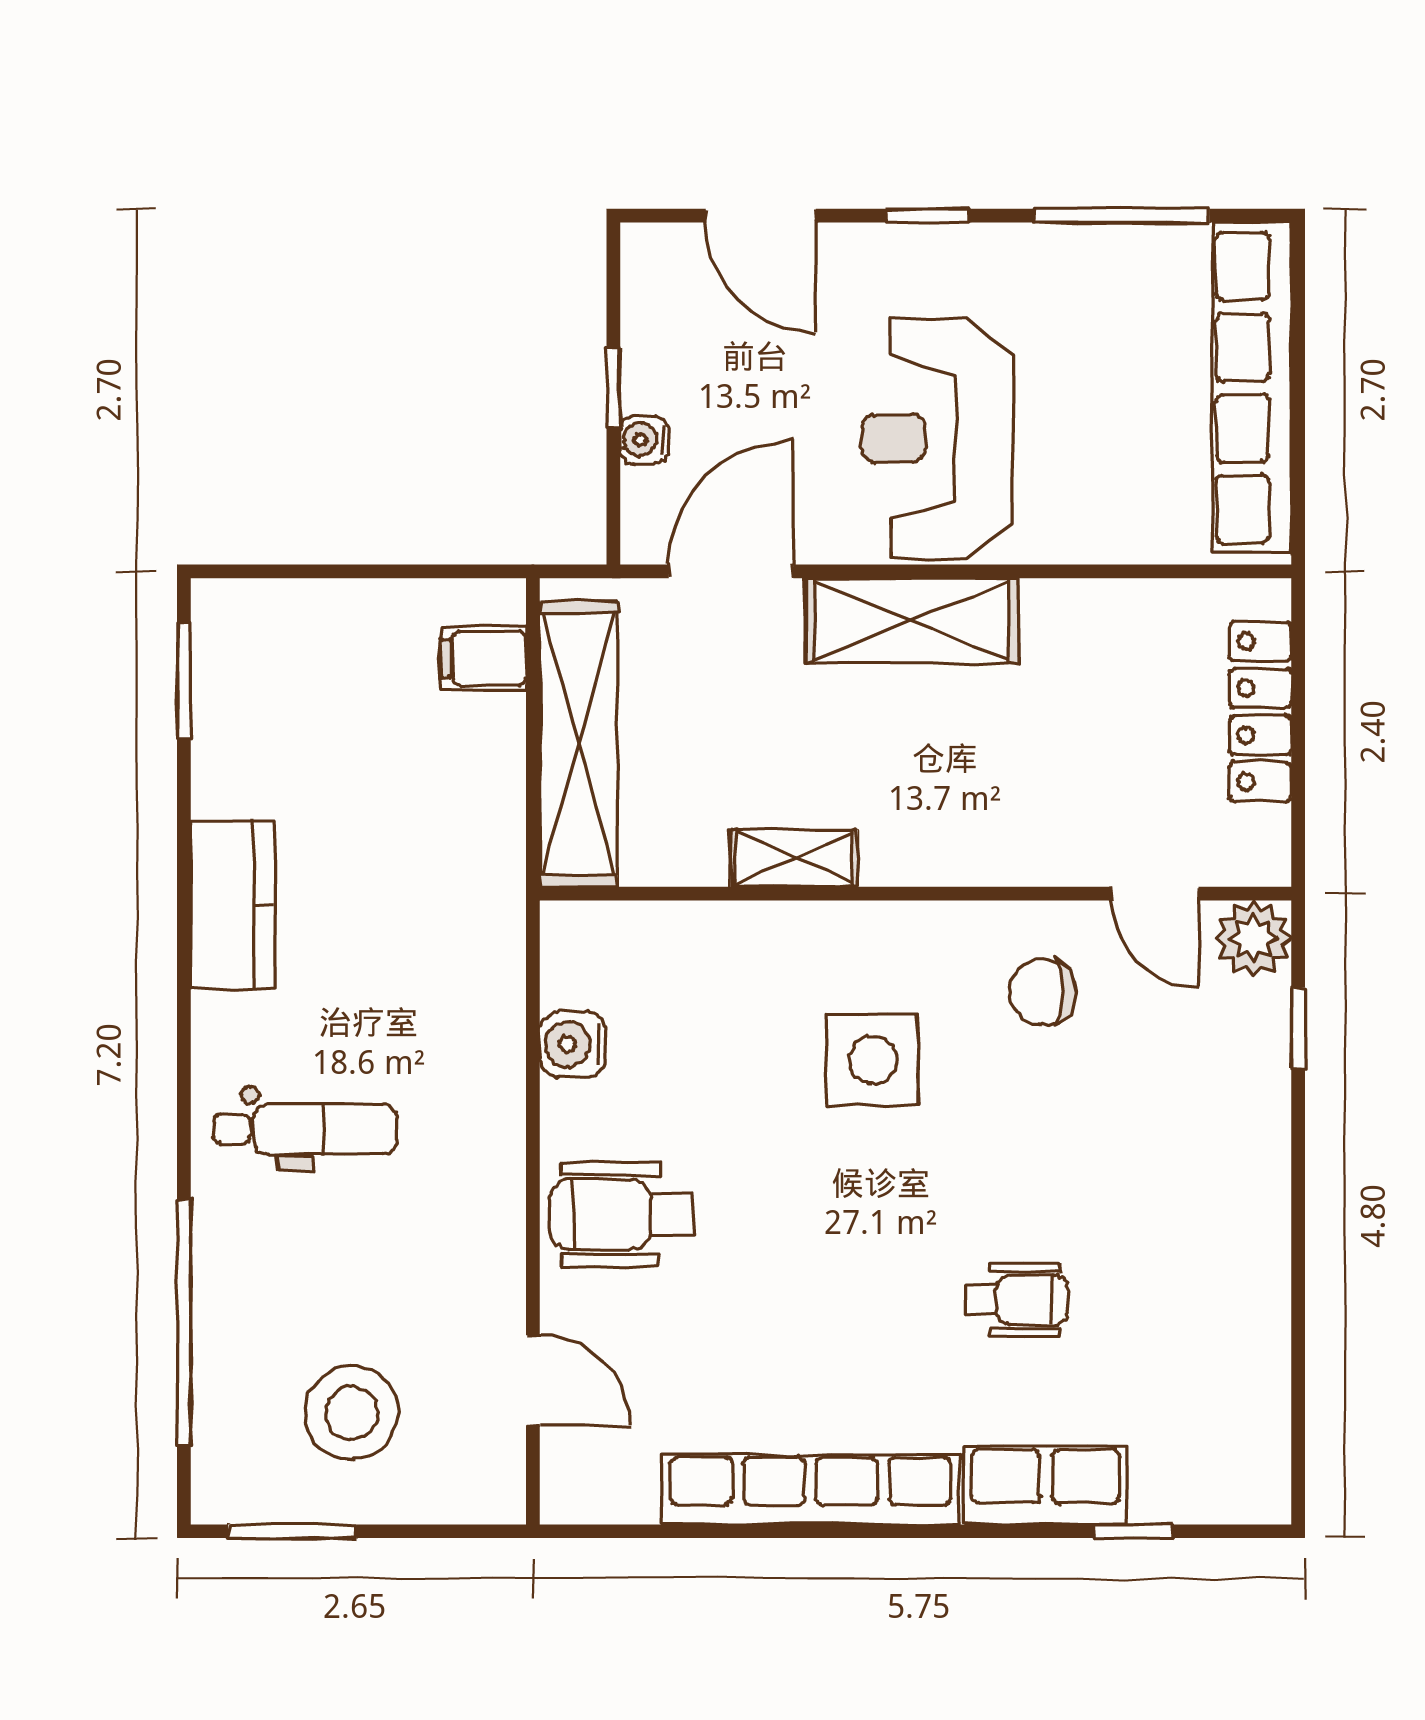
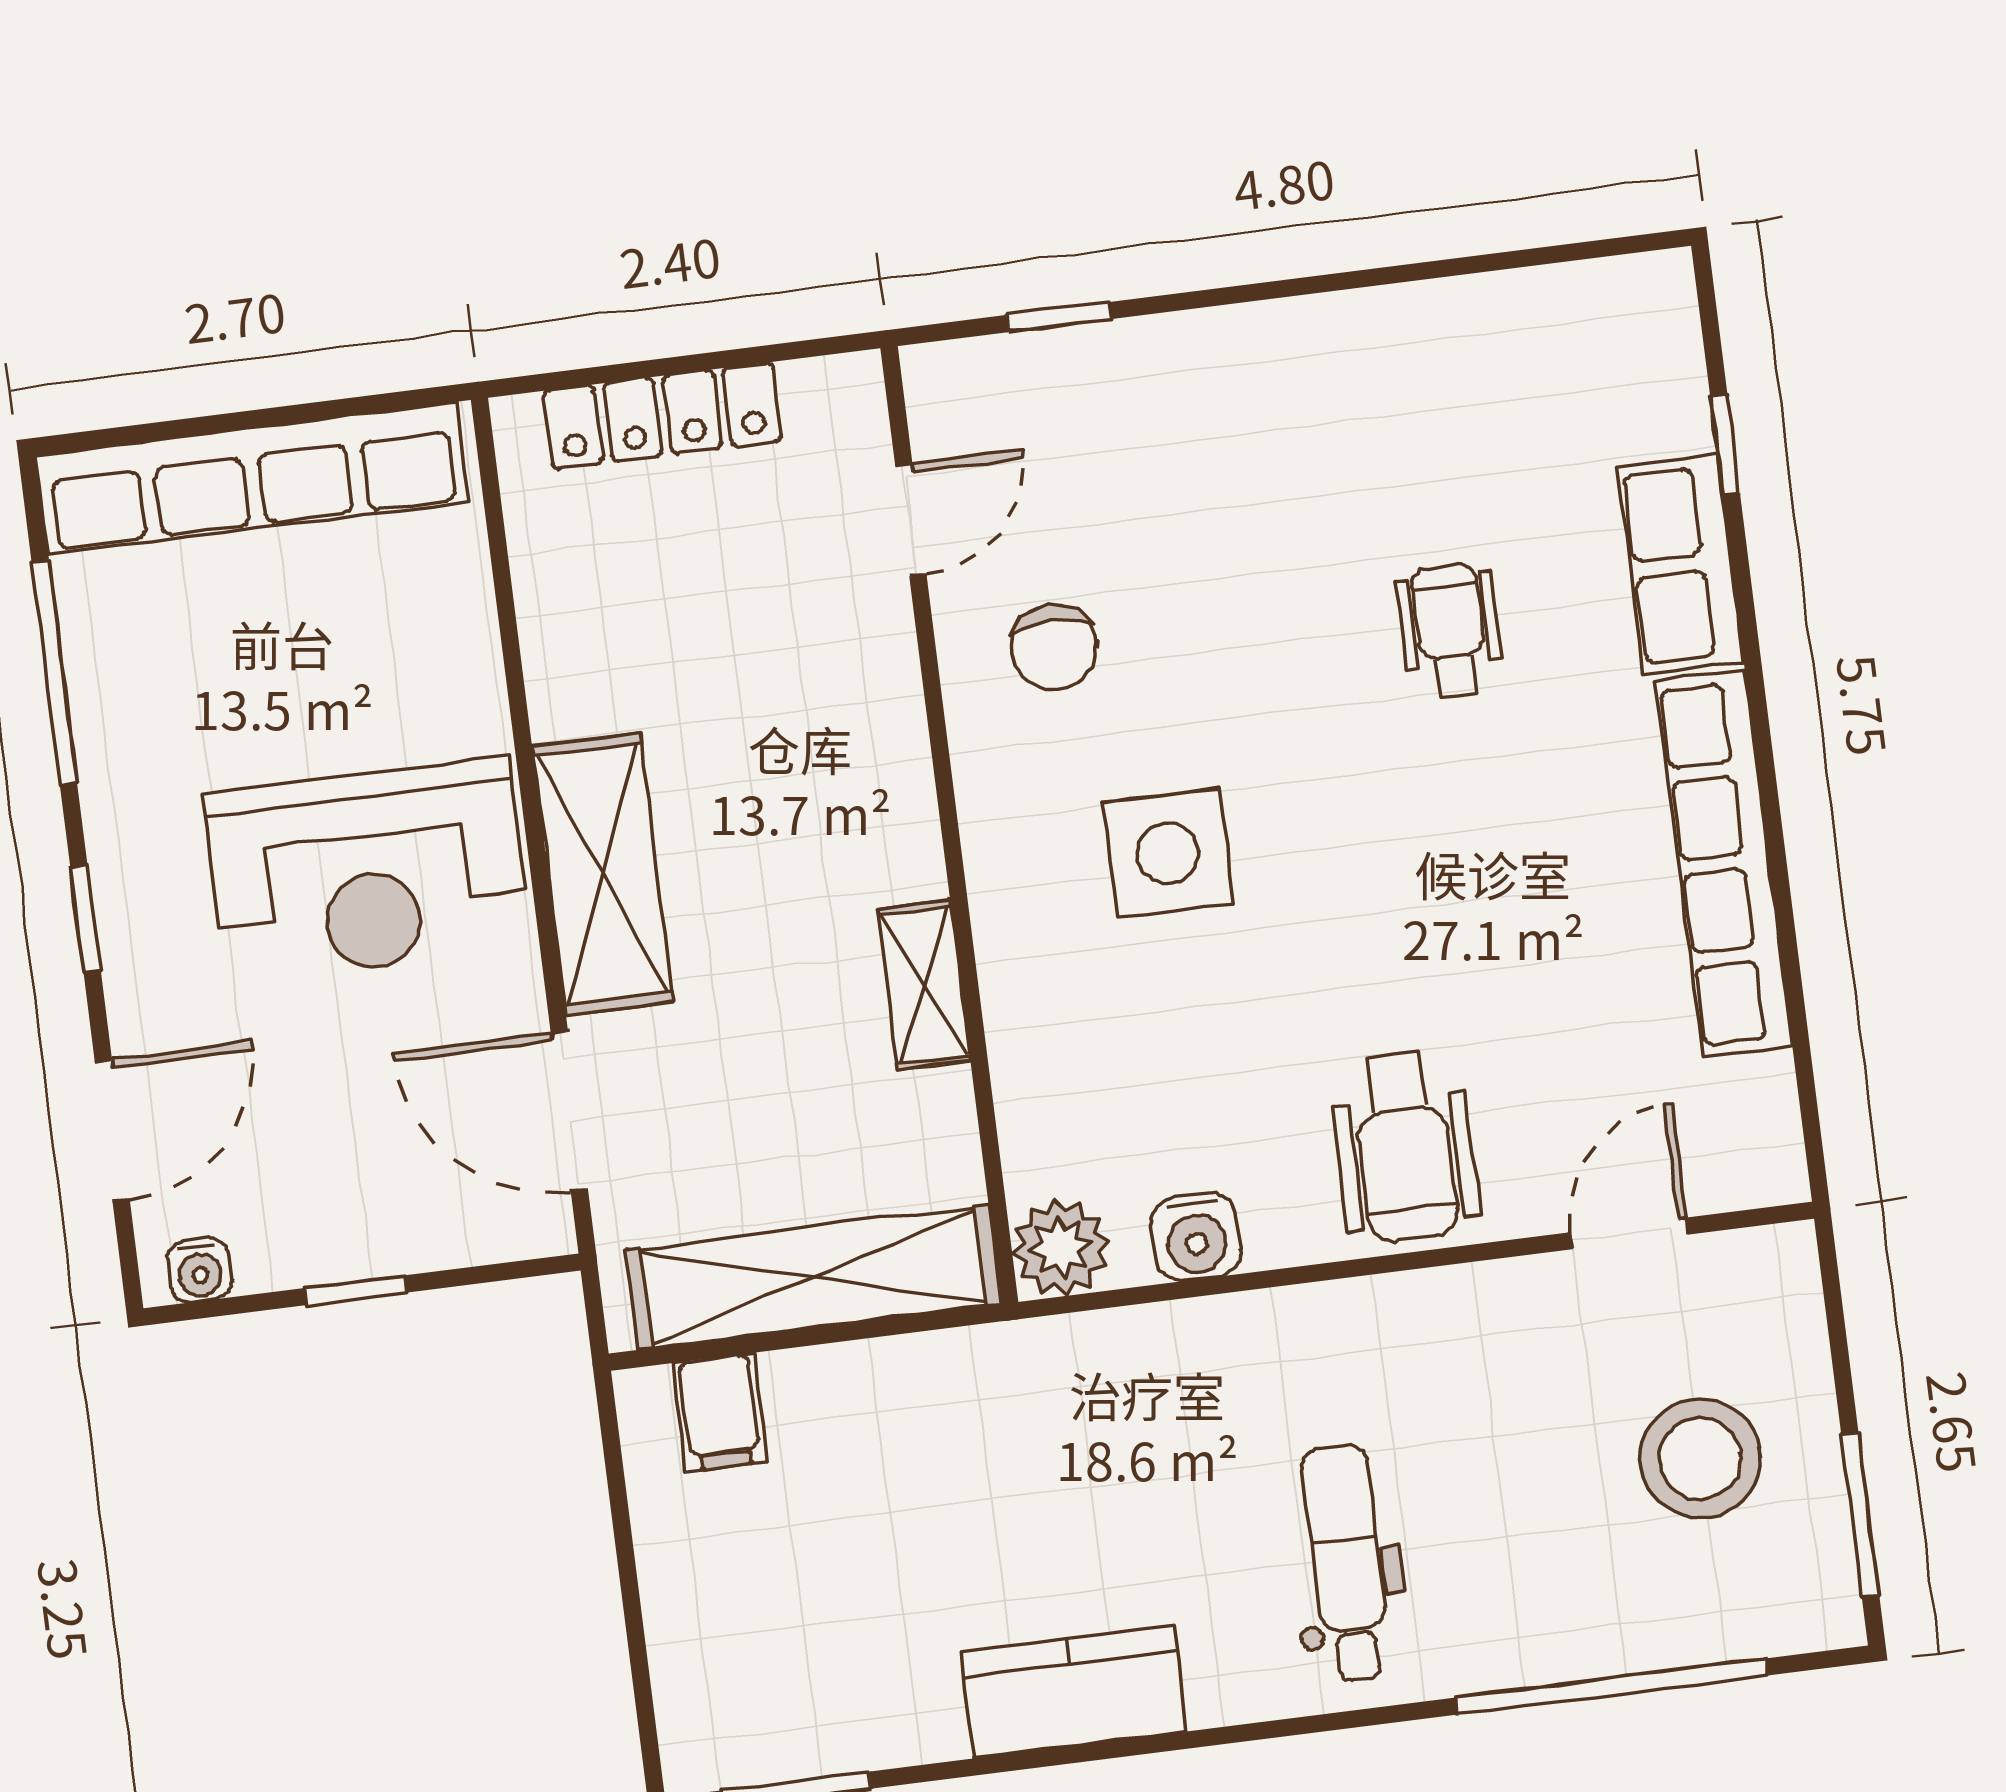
water cooler: (644, 440) -> (200, 1270), moved
plant: (1253, 938) -> (1061, 1247), moved

